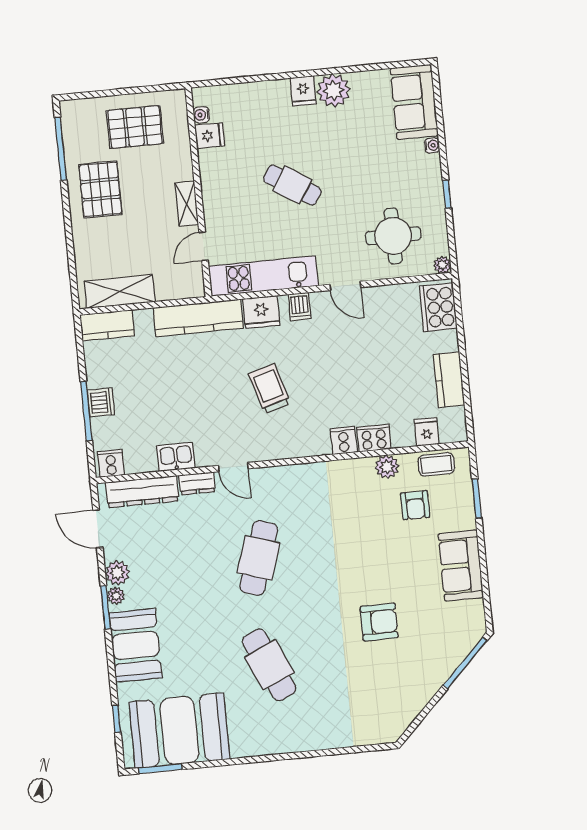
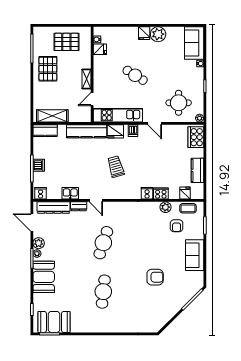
cafe table: (269, 665) -> (103, 292), turned 30
booth: (179, 730) -> (54, 322), width x0.73, depth x0.70

